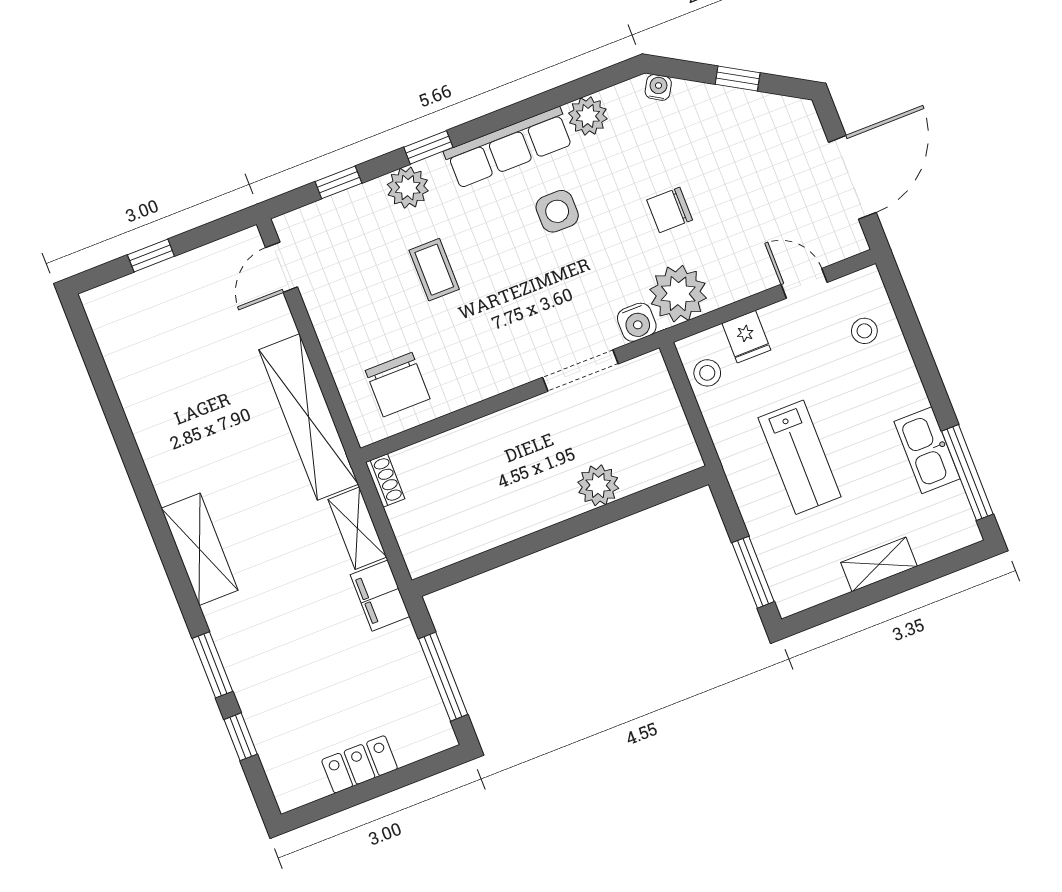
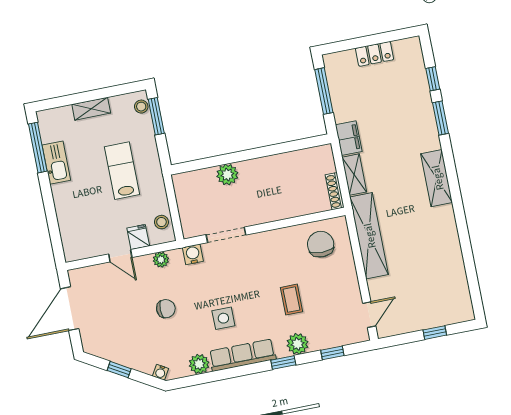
door: (804, 283) -> (120, 256), moved
plant: (678, 294) -> (161, 260), width x0.53, depth x0.53
stool: (864, 331) -> (141, 107), moved
shoe rack: (385, 481) -> (335, 191), width x1.43

